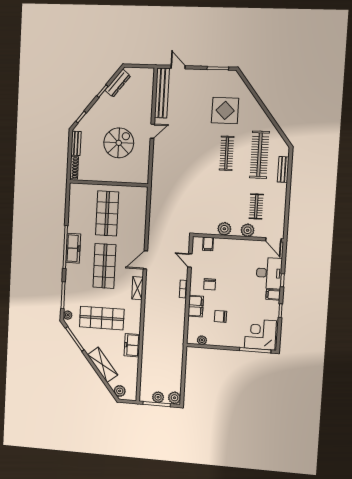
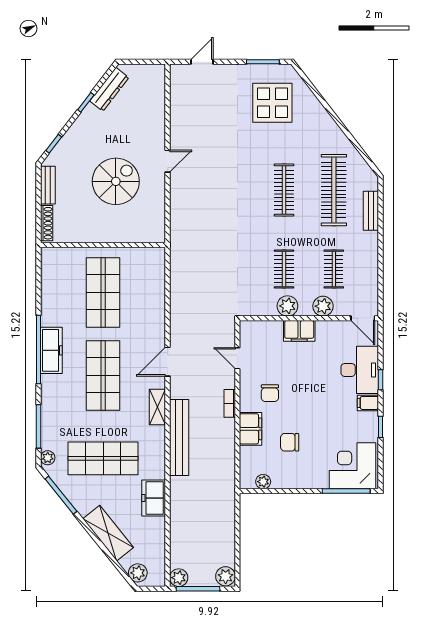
door: (178, 67) -> (202, 62), hinge flipped
bench: (162, 93) -> (179, 438), moved
display table: (225, 110) -> (272, 103), moved
clothes rail: (224, 205) -> (284, 269), added
filing cabinet: (208, 244) -> (299, 331), moved, width x2.00
plant: (158, 397) -> (179, 578), moved

